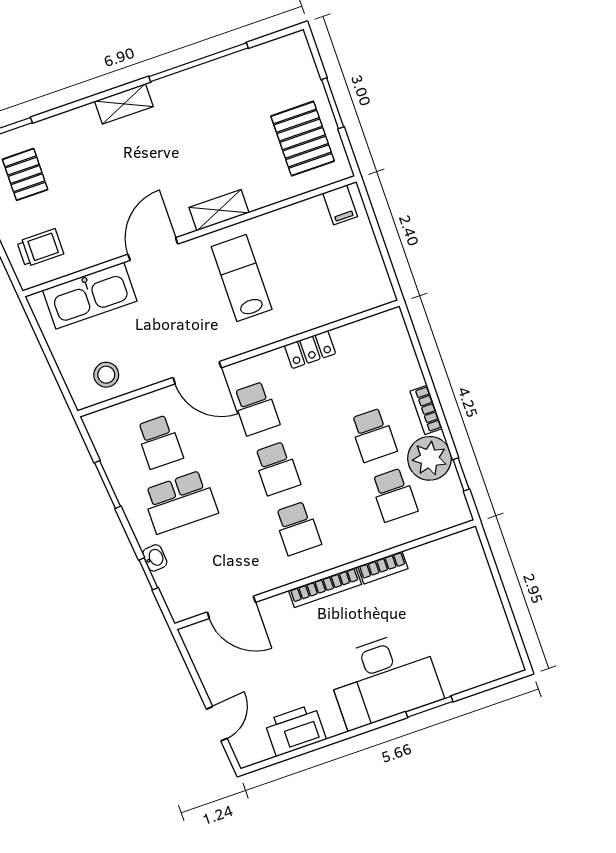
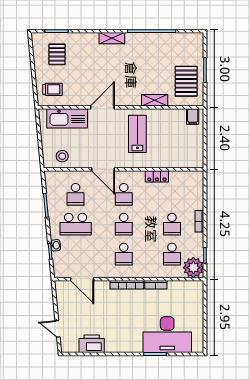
shelving: (219, 210) -> (155, 100), moved
plant: (430, 458) -> (193, 268), moved
desk: (384, 679) -> (167, 335), moved
door: (217, 724) -> (58, 329), swing flipped

